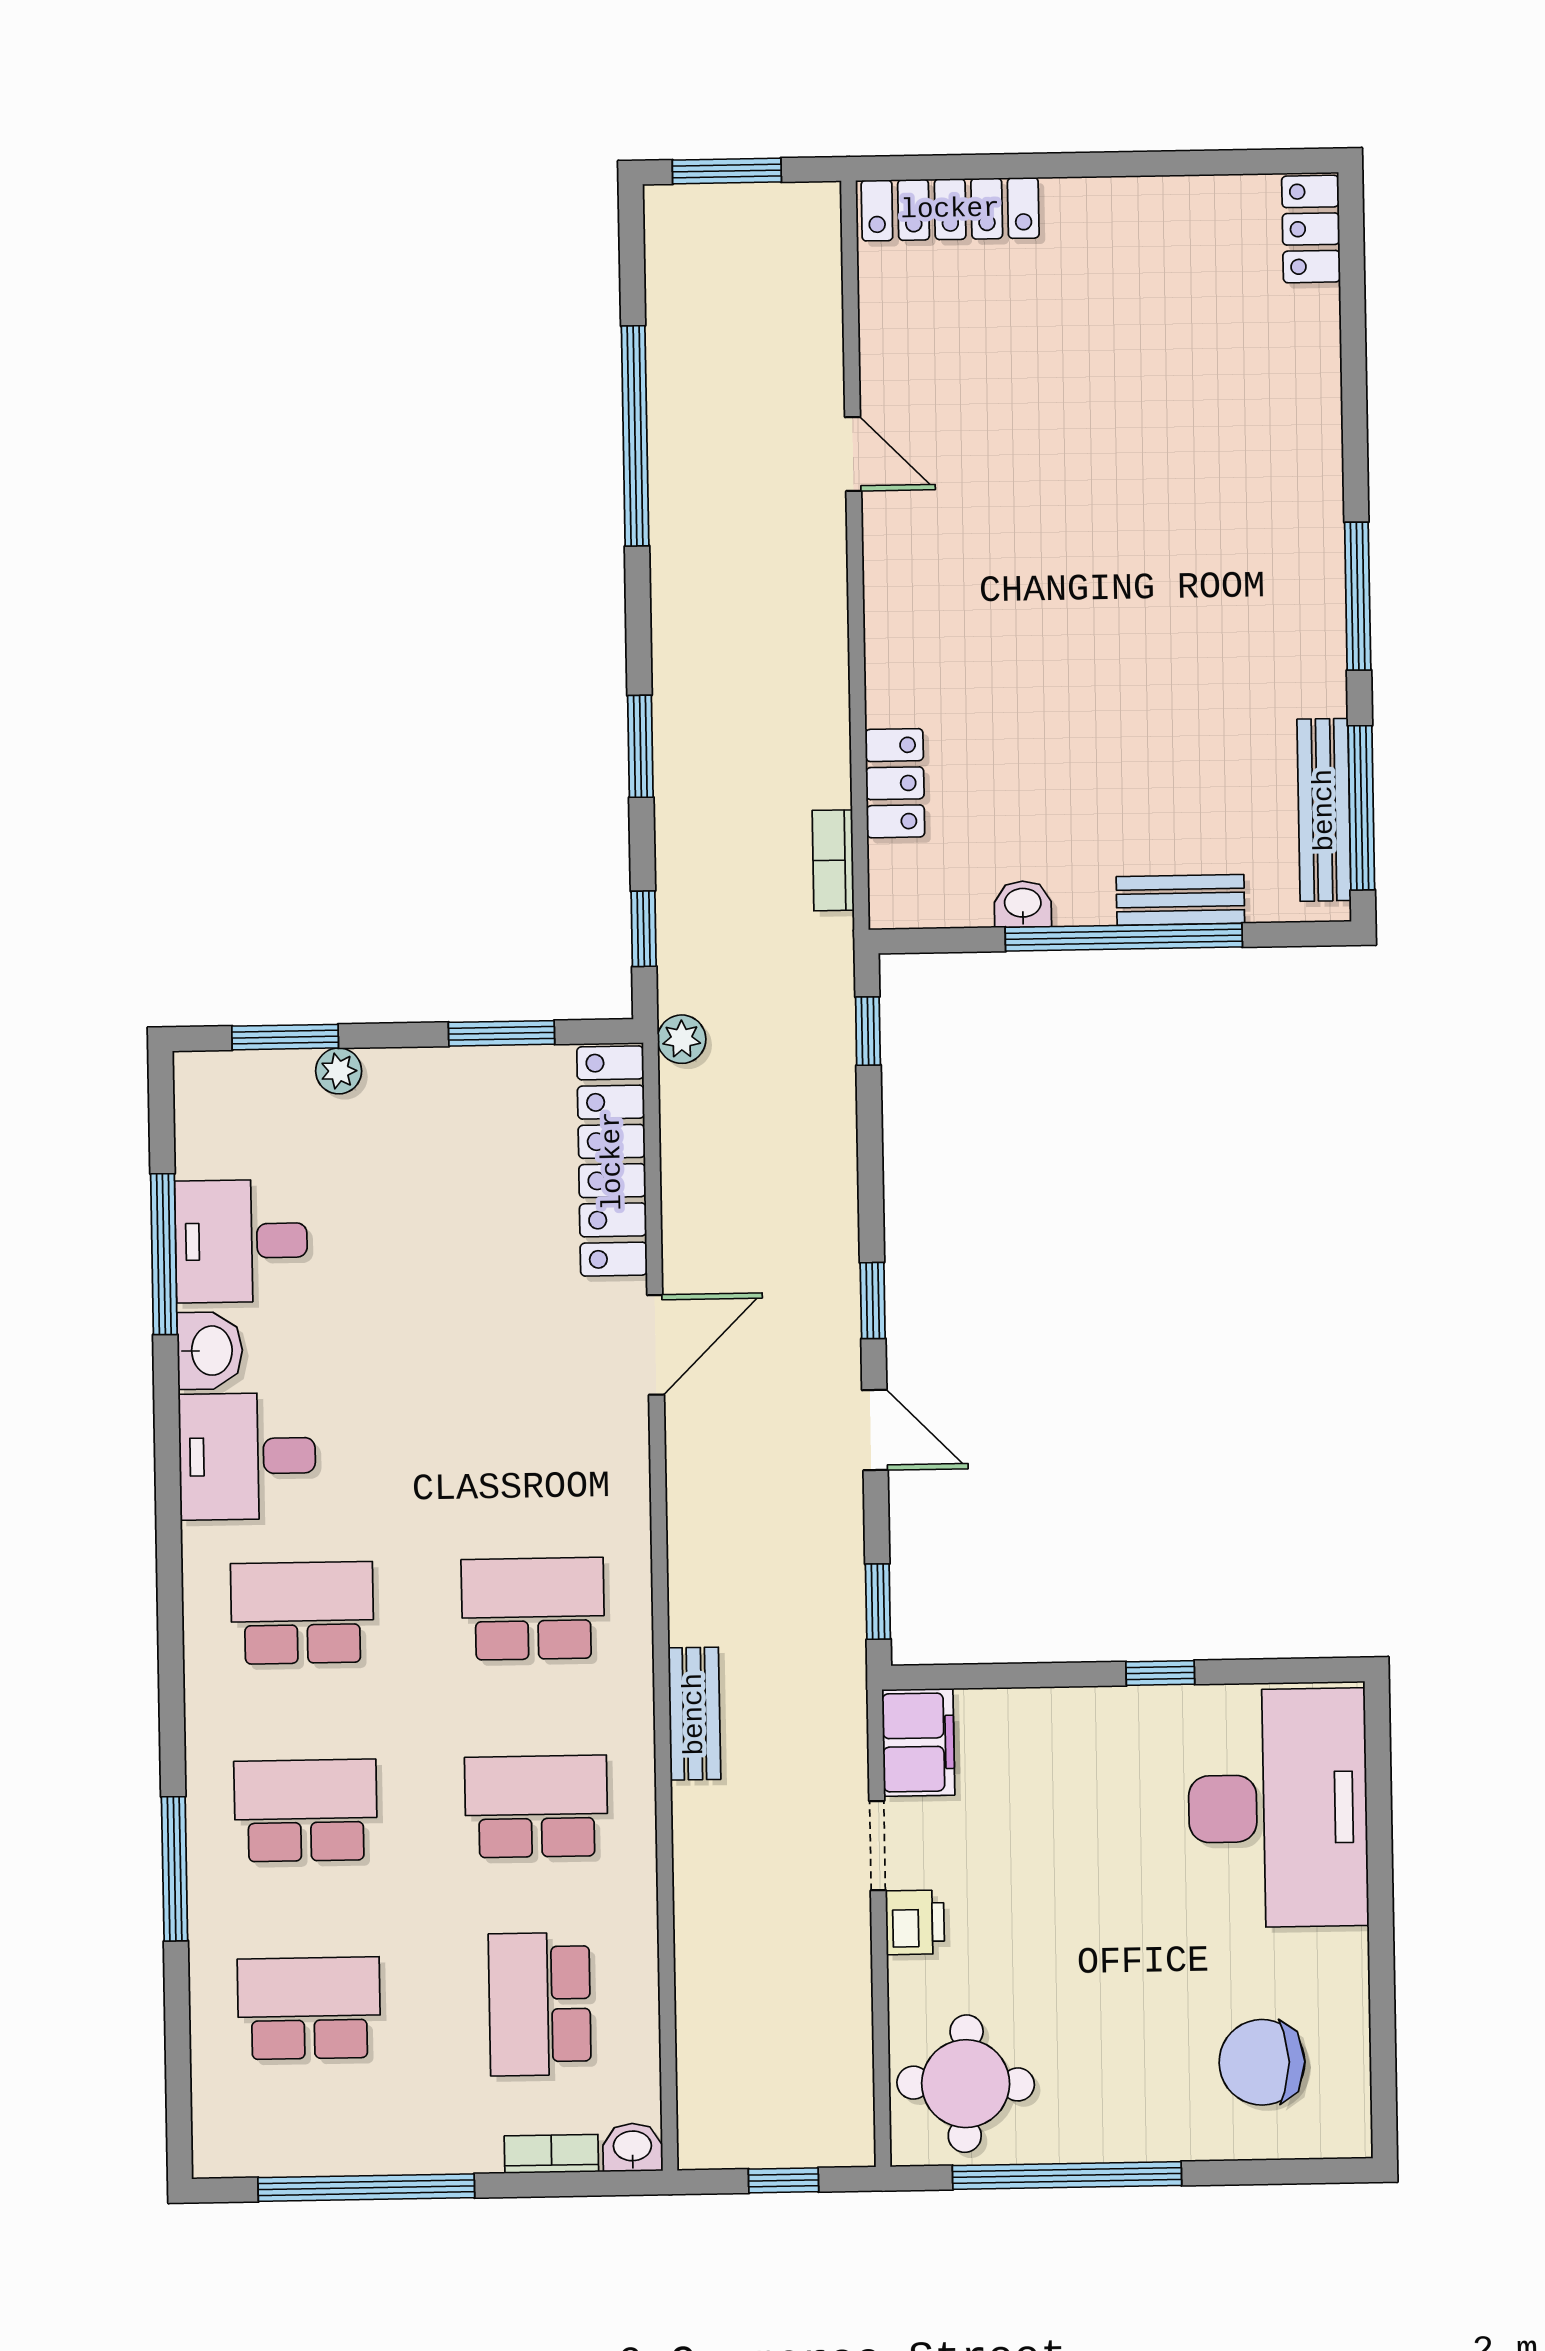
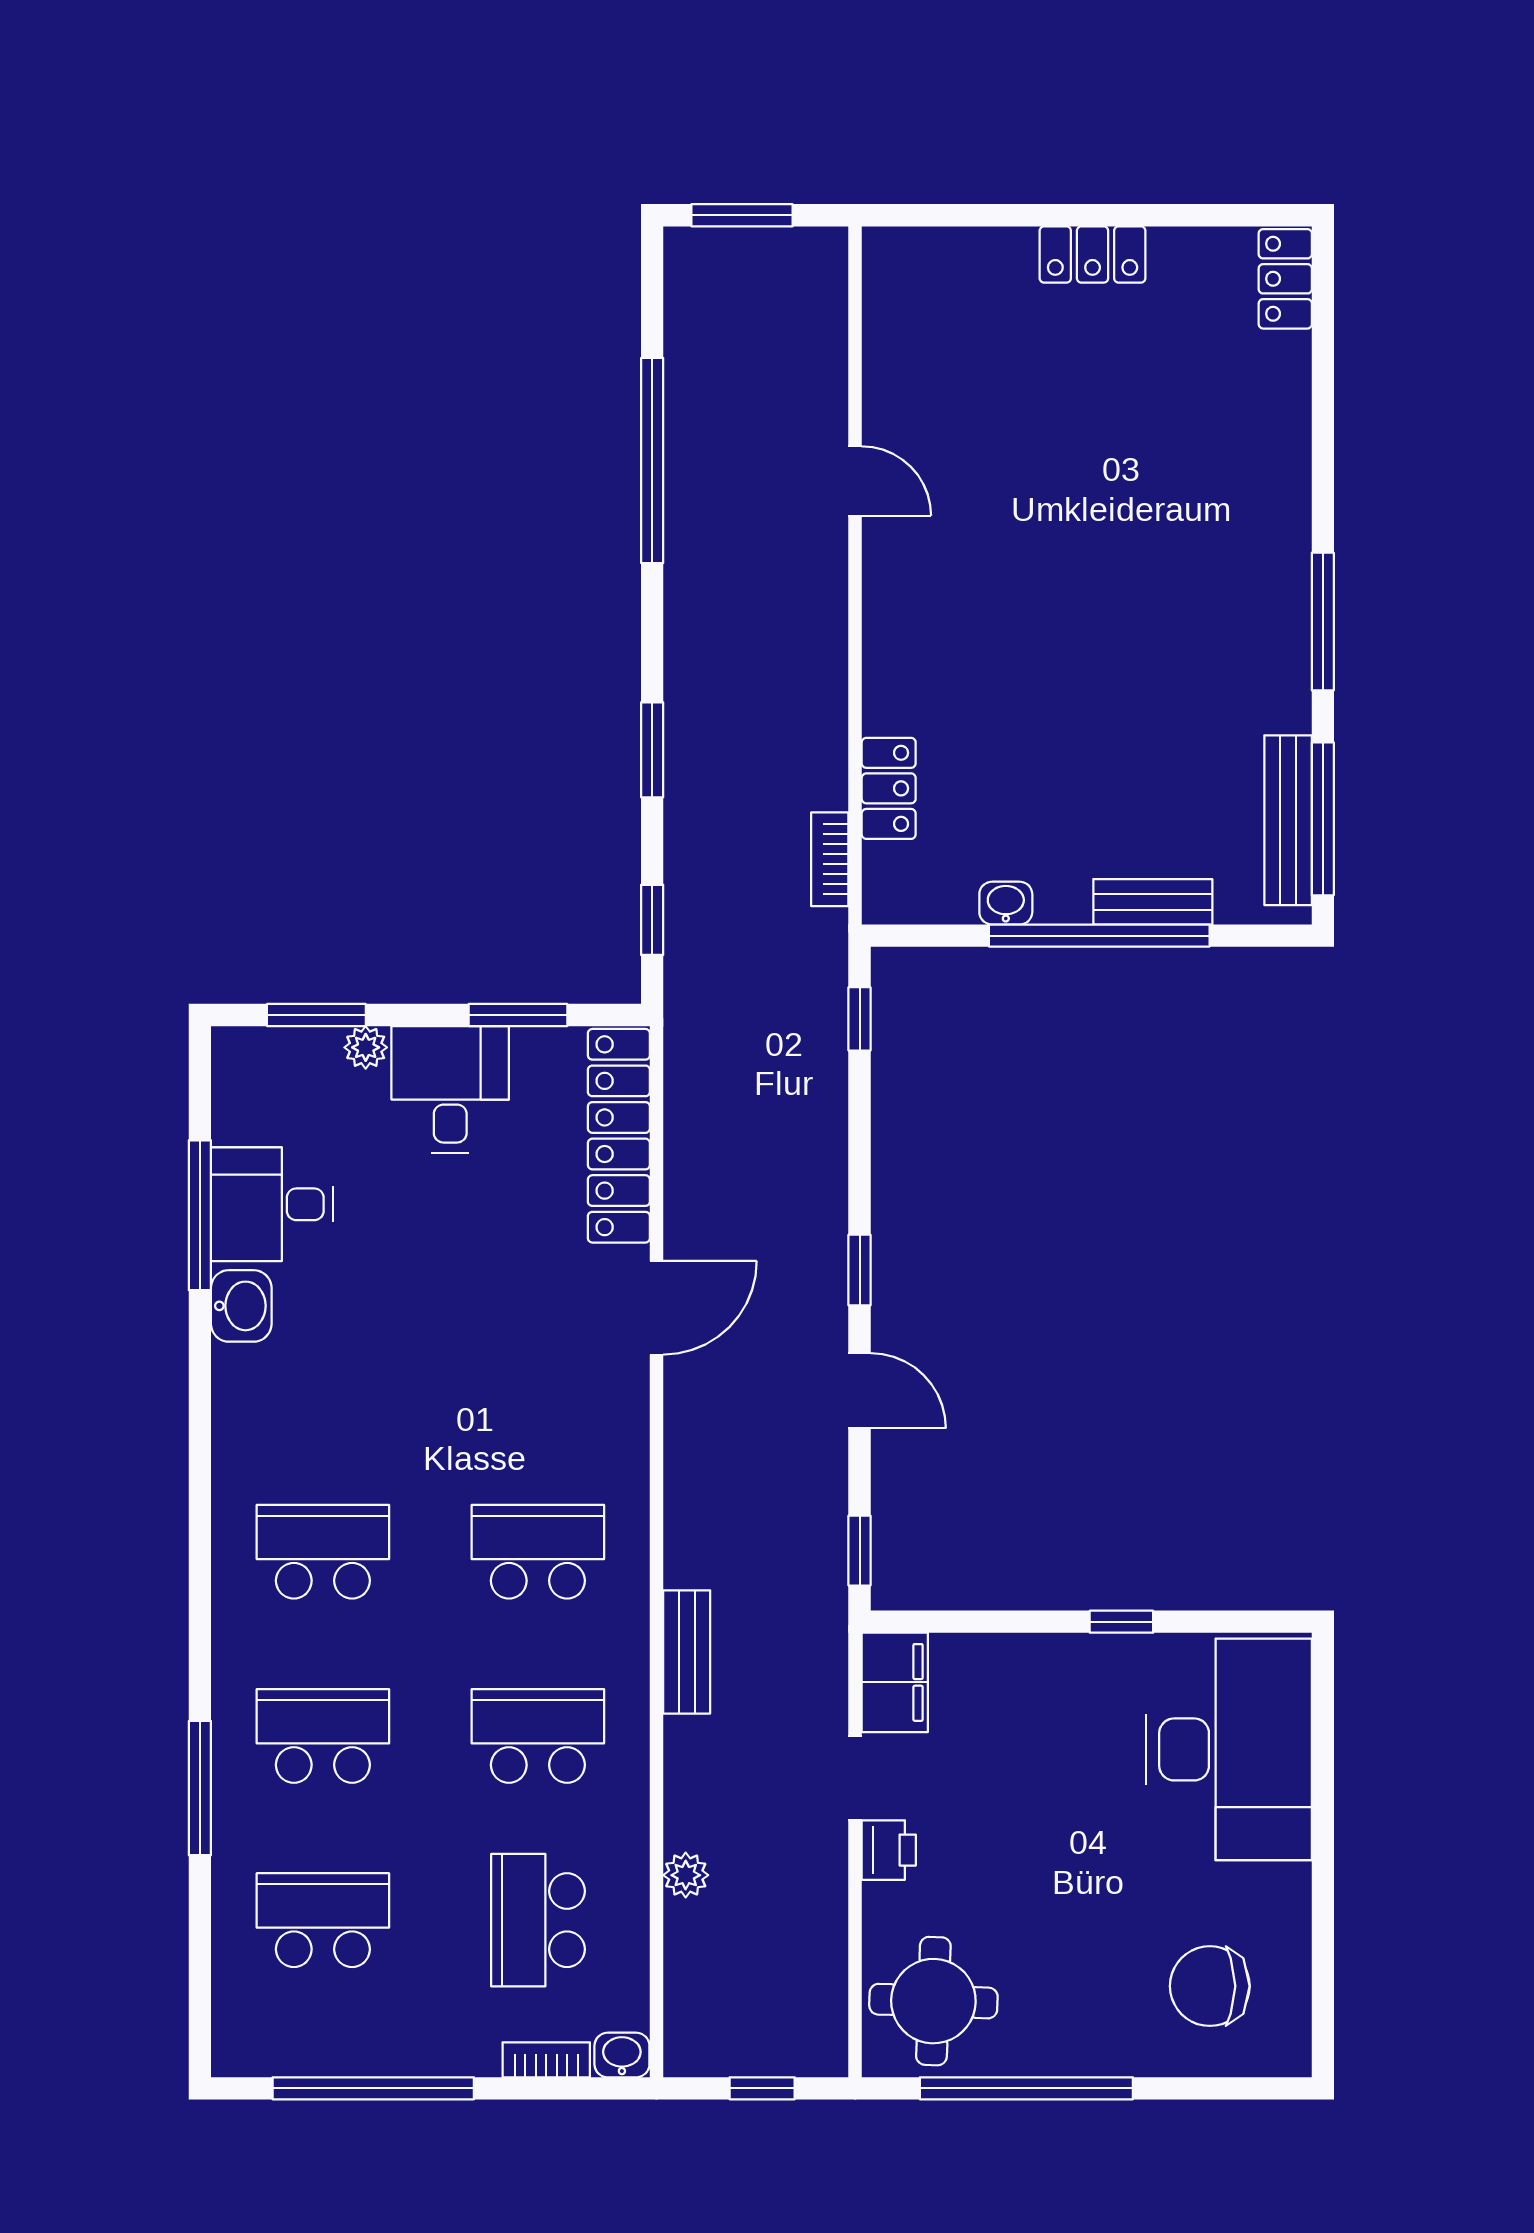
locker: (950, 209) -> (1093, 254), moved, width x0.66
plant: (682, 1039) -> (686, 1875), moved
desk: (247, 1456) -> (450, 1089), moved, turned 90

